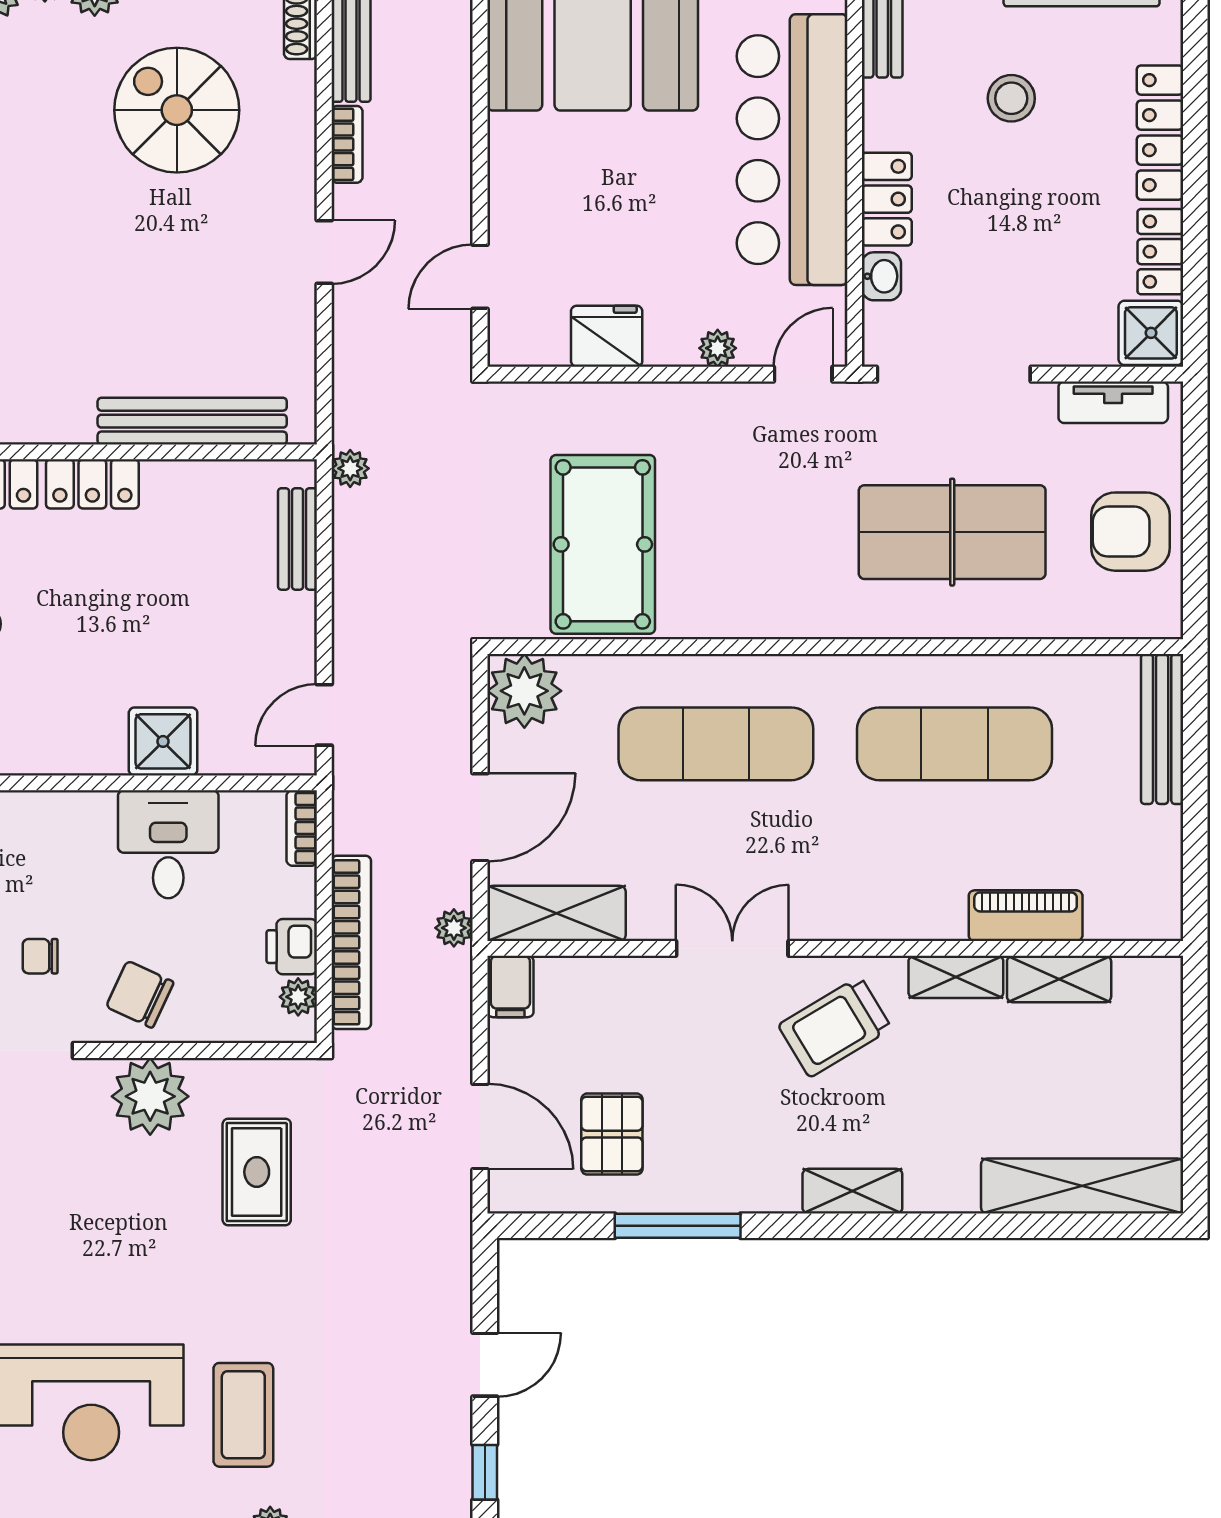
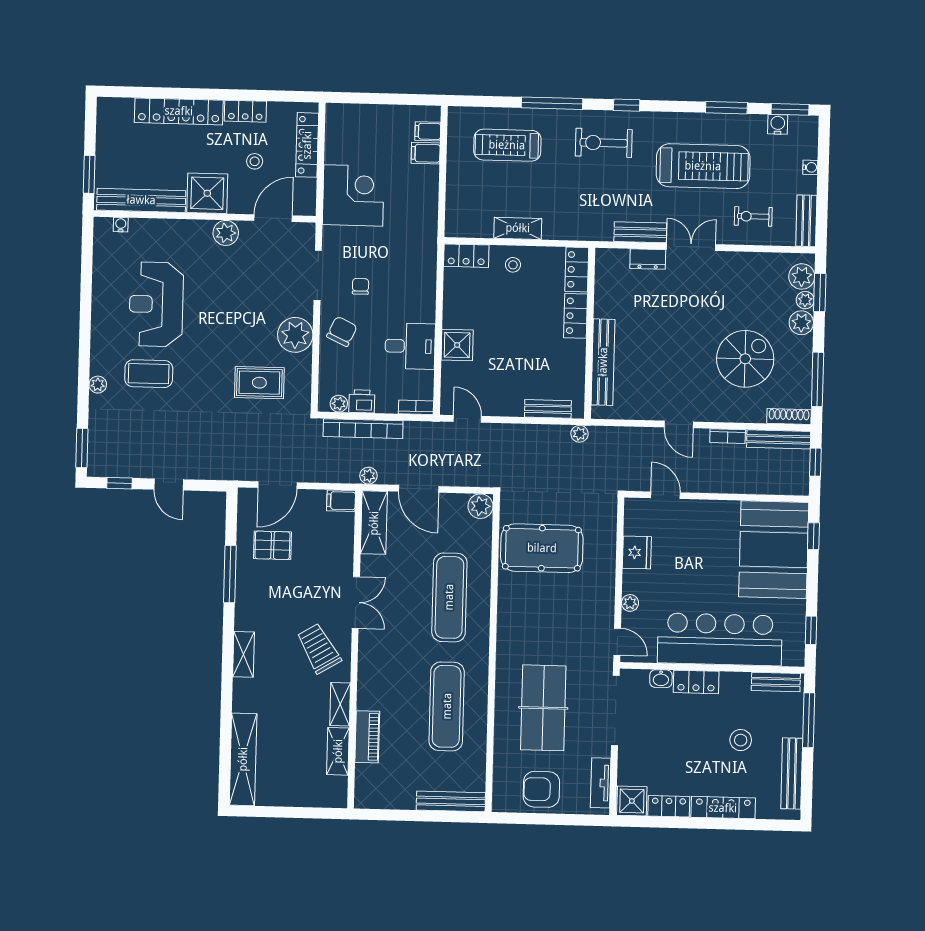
armchair: (1131, 532) -> (541, 789), turned -90
plant: (524, 691) -> (480, 506), width x0.73, depth x0.73

